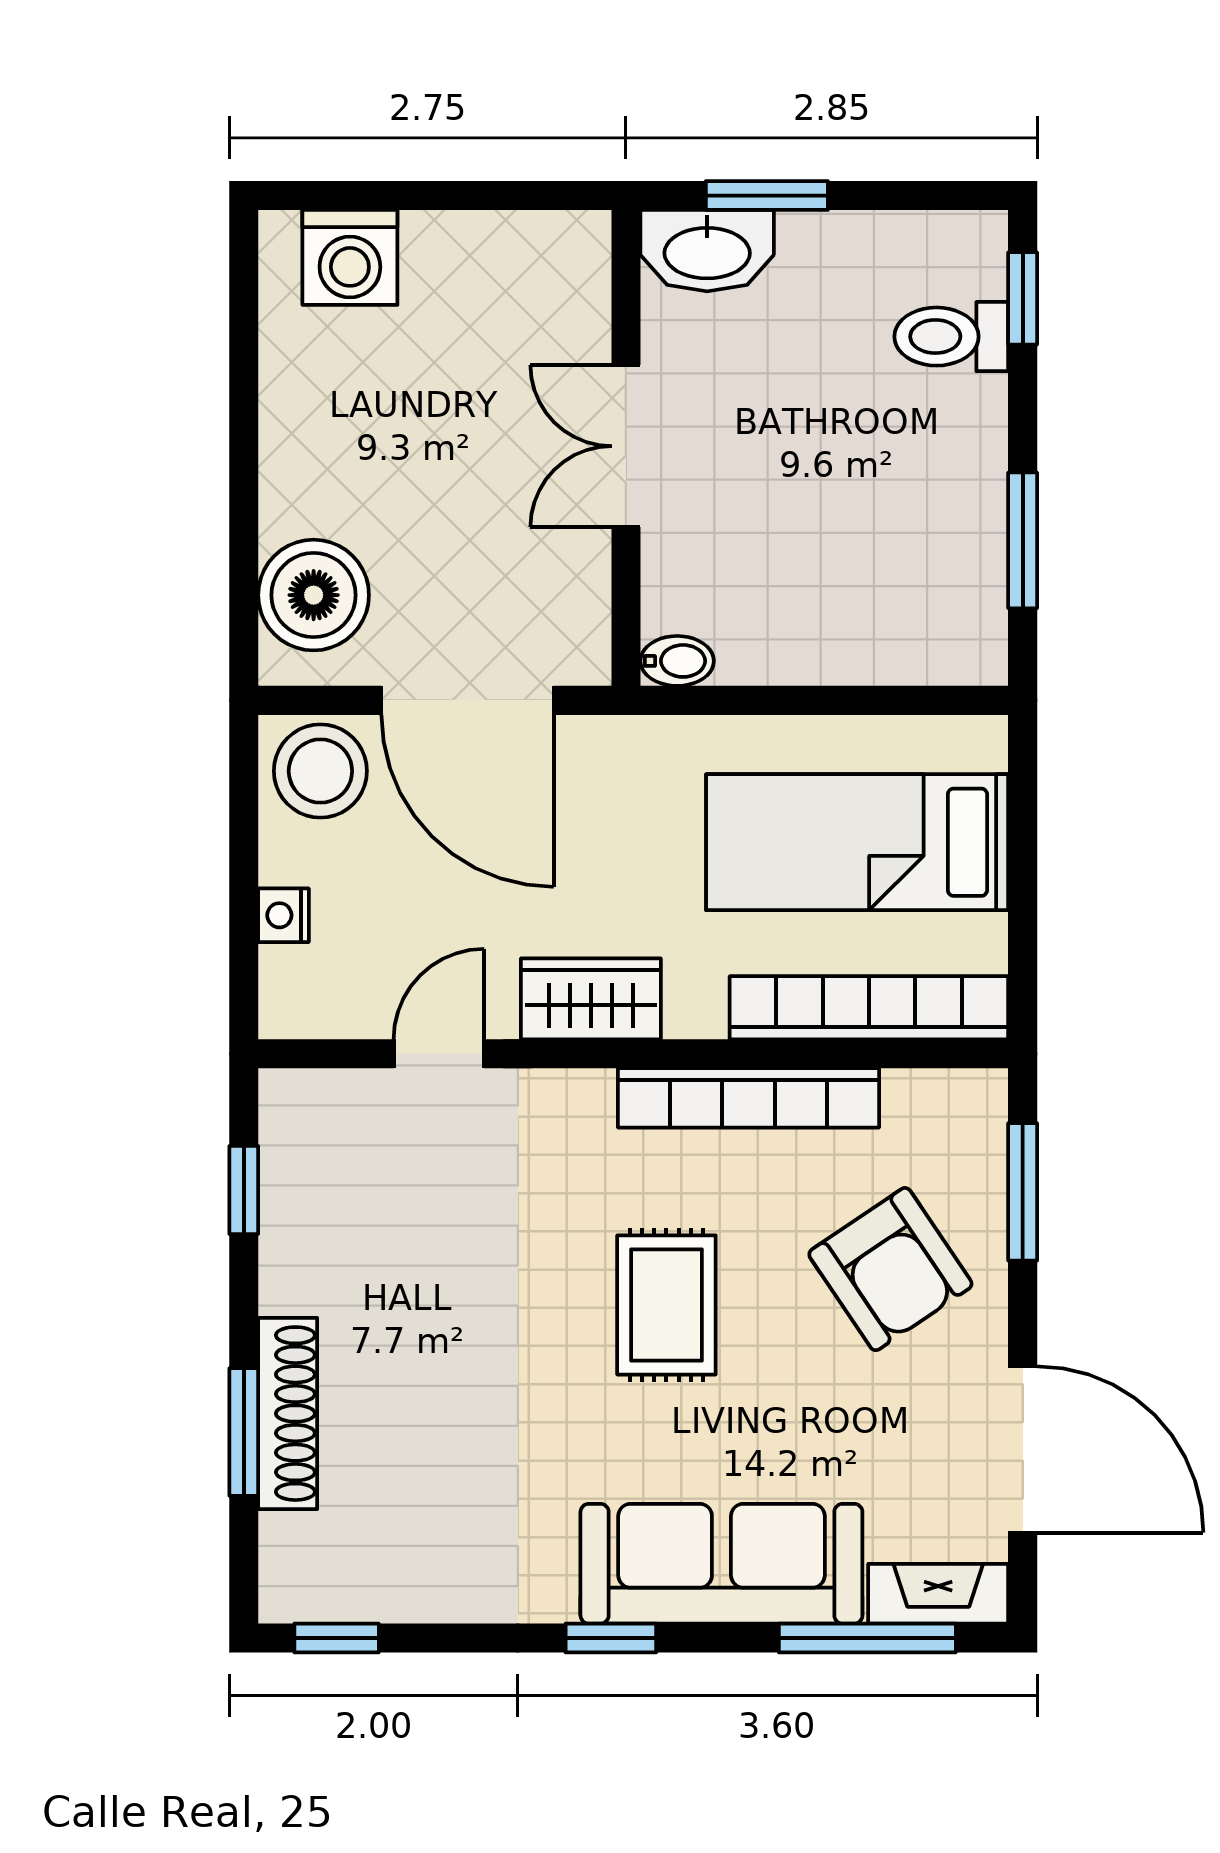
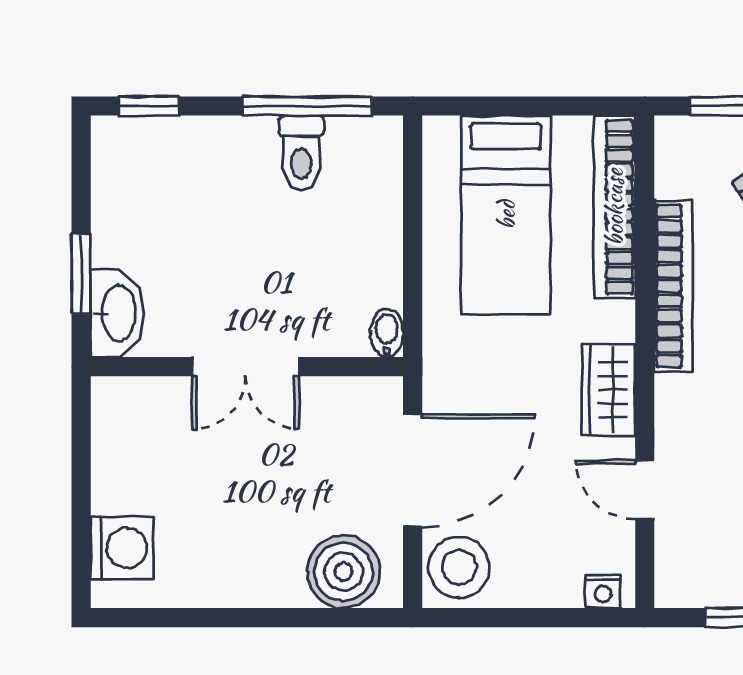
toilet: (951, 337) -> (301, 153), moved
window: (1023, 540) -> (308, 106), width x1.44
nightstand: (283, 915) -> (603, 591), moved

